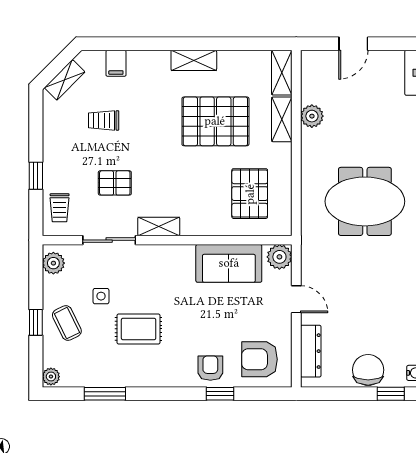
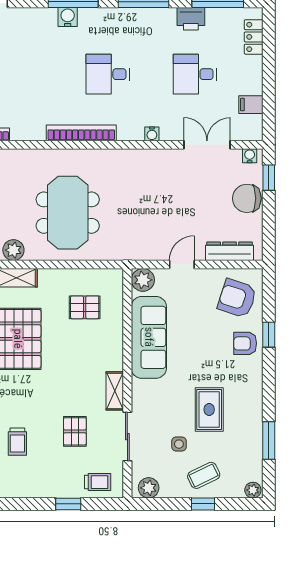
pallet: (250, 194) -> (85, 307), width x0.67, depth x0.71
meeting table: (365, 201) -> (68, 213), moved
sofa: (229, 263) -> (149, 337), width x1.36
armchair: (260, 359) -> (237, 298), turned 108

